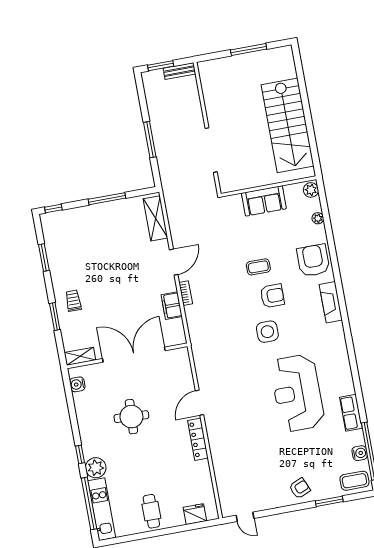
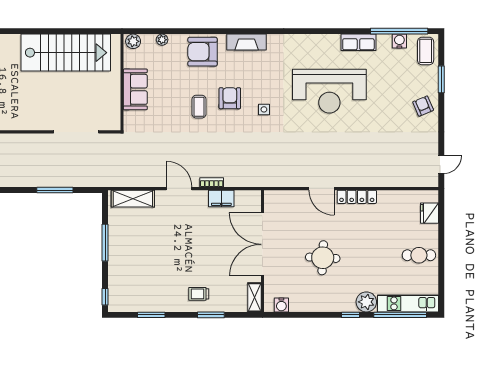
side table: (267, 332) -> (264, 109), width x0.54, depth x0.54

